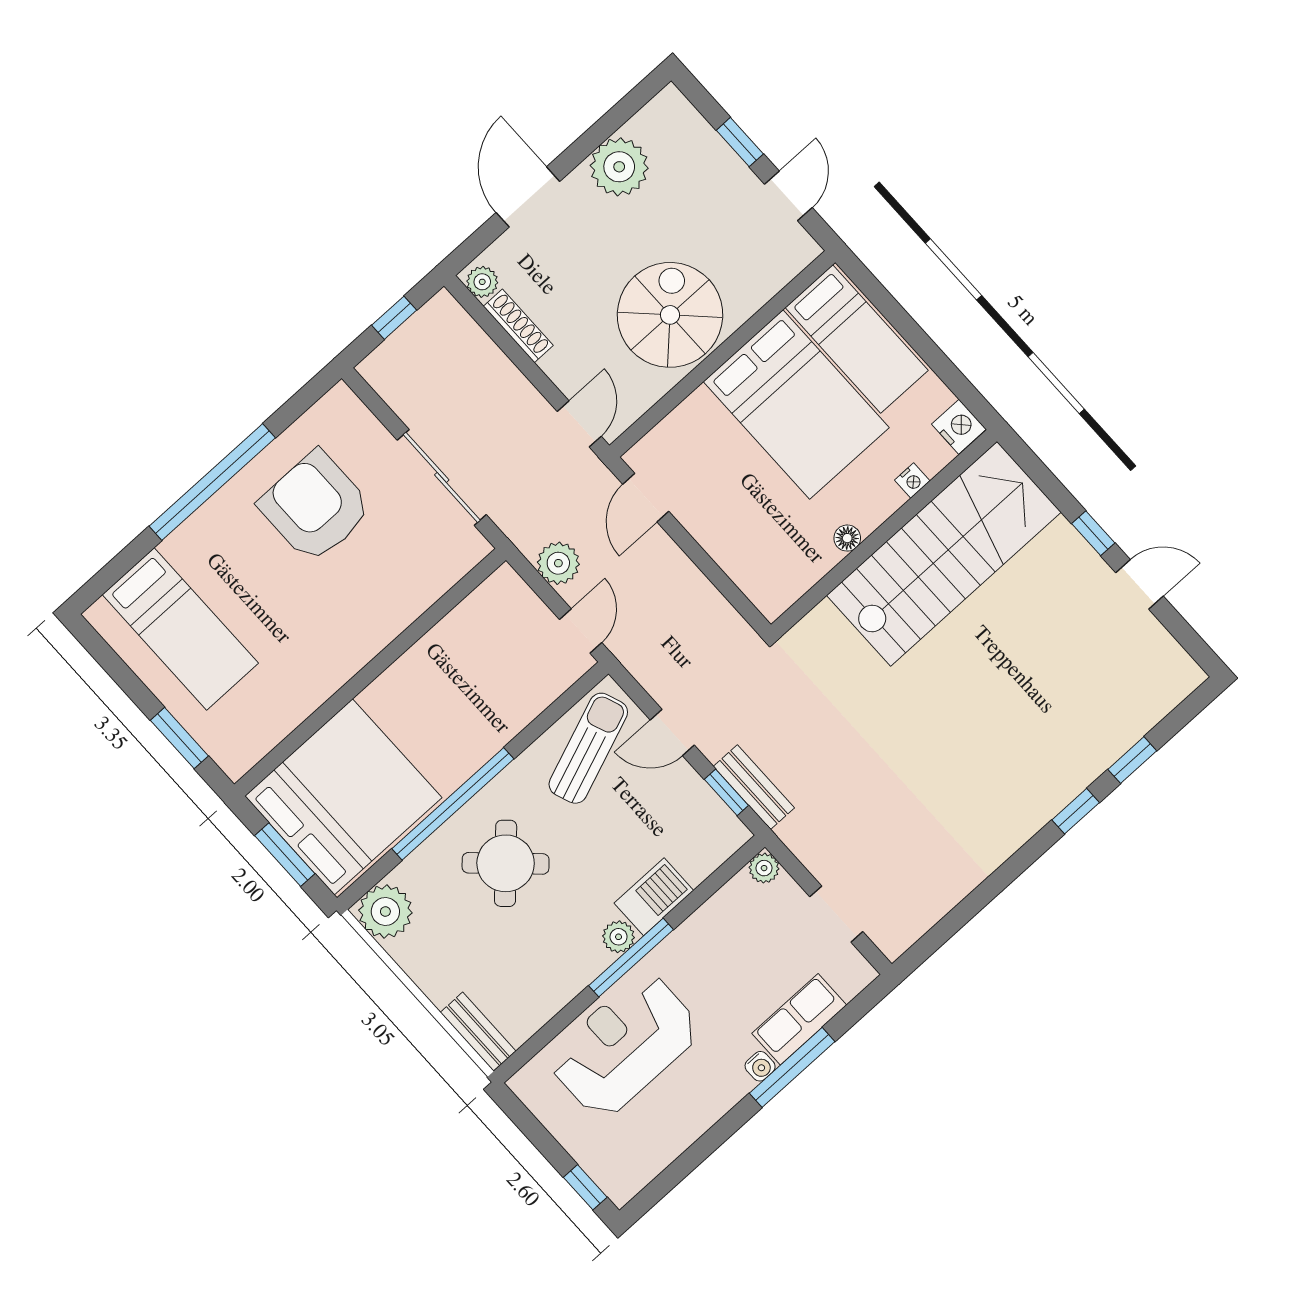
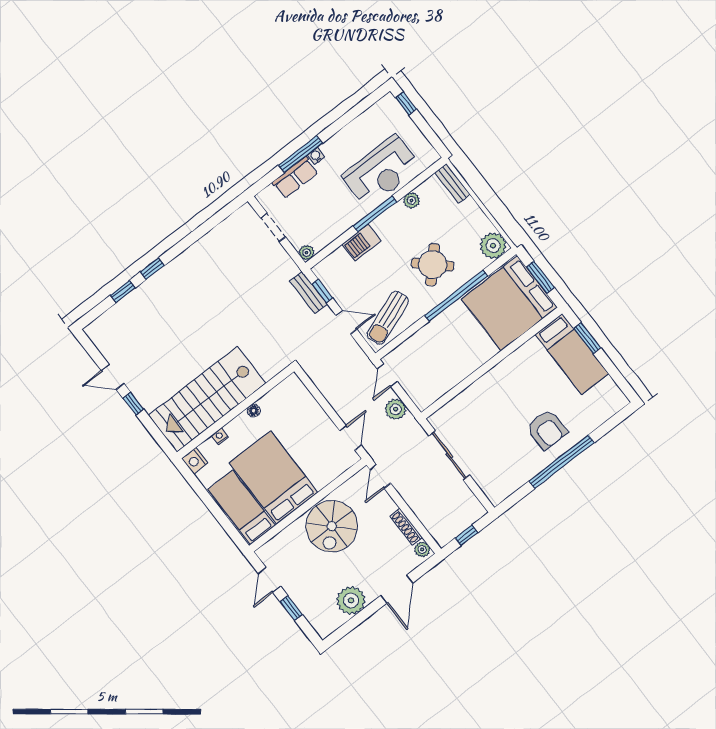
armchair: (315, 507) -> (547, 429), moved, width x0.73, depth x0.73
bed: (180, 629) -> (572, 354), moved, turned 180
plant: (619, 937) -> (411, 200), moved

